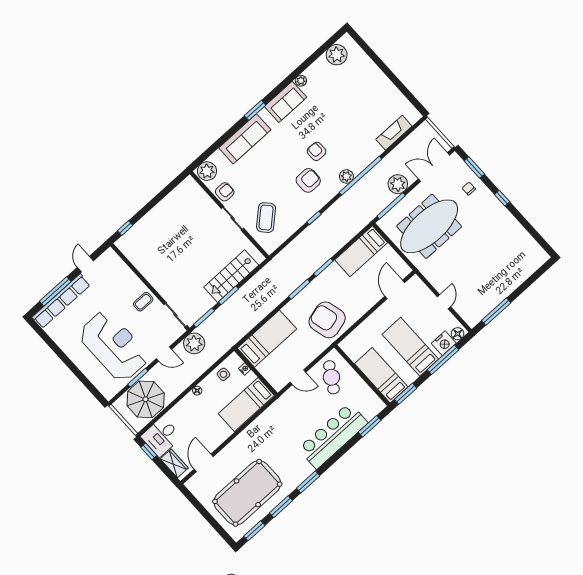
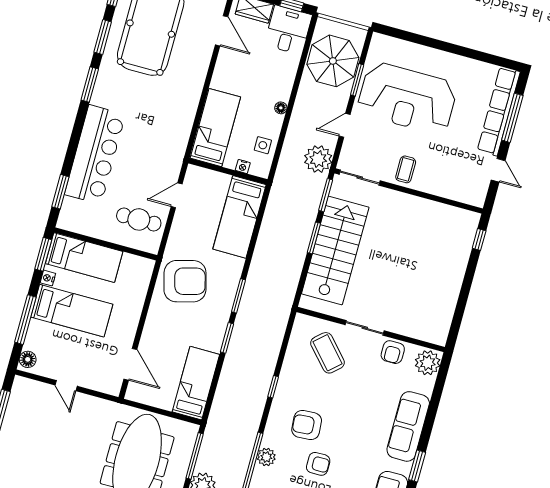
armchair: (308, 180) -> (307, 425), turned 86
stairs: (231, 276) -> (335, 250), width x1.36, depth x1.51
nightstand: (444, 343) -> (48, 278), moved, width x0.53, depth x0.56
cafe table: (331, 377) -> (139, 219), turned -32

